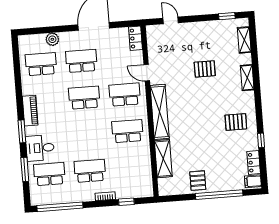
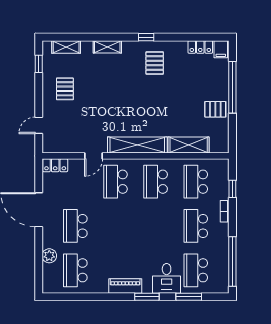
pallet: (205, 69) -> (65, 89), moved
school desk: (84, 98) -> (196, 182), moved
window: (261, 140) -> (146, 37), moved

